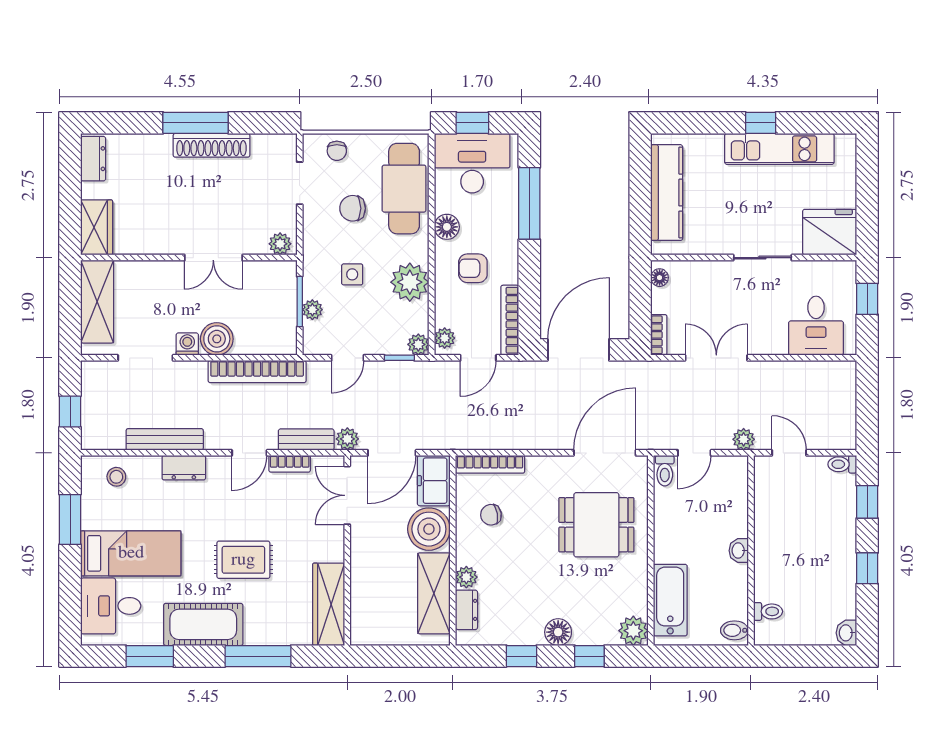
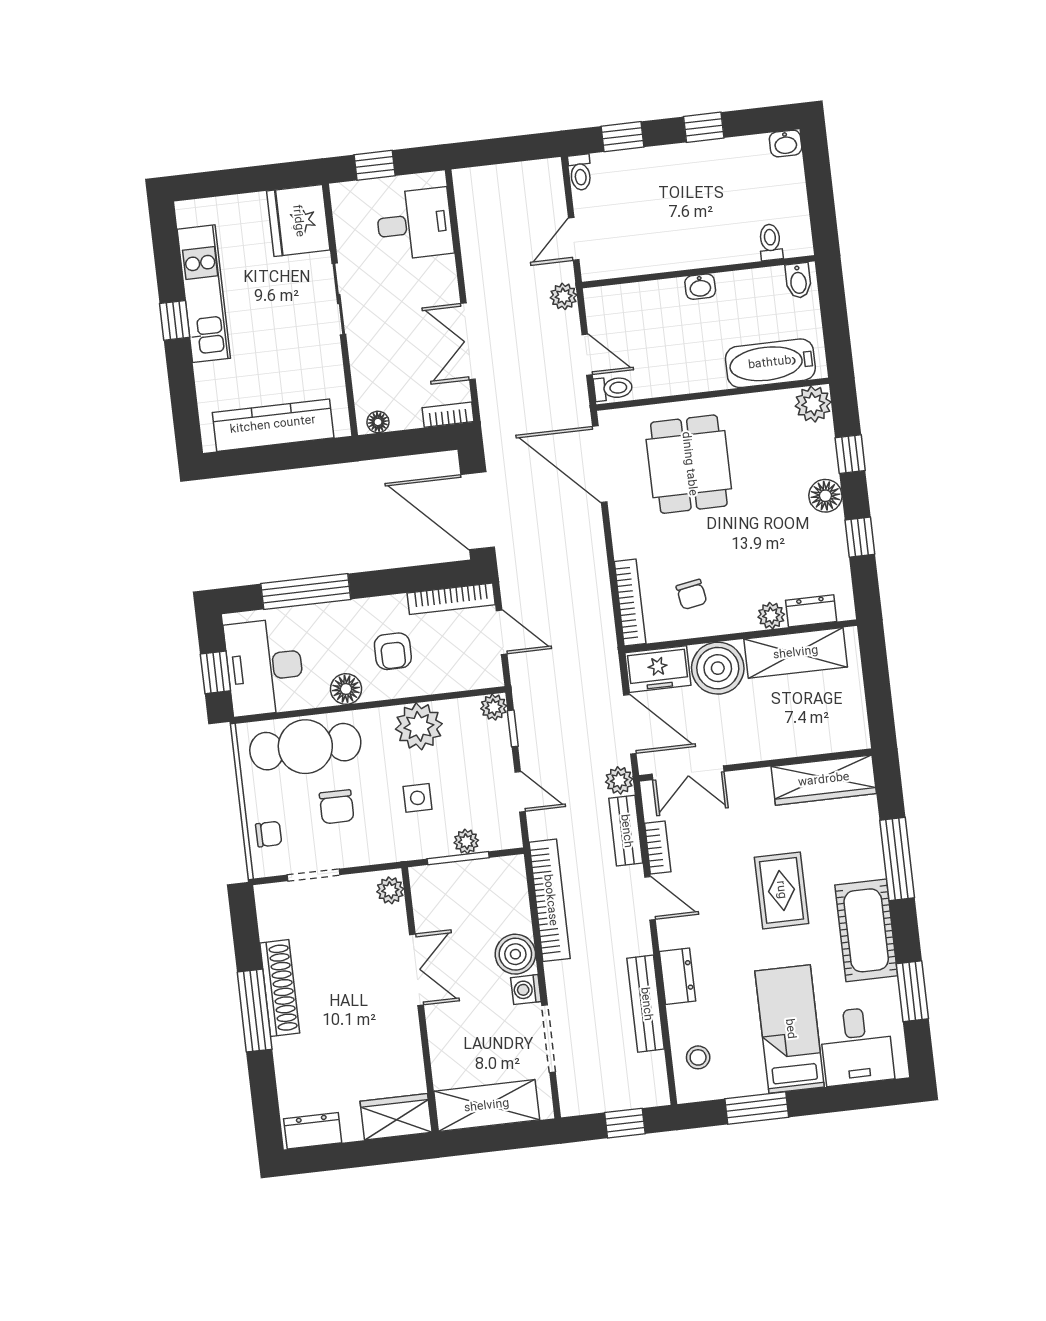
plant: (445, 338) -> (482, 676), removed

